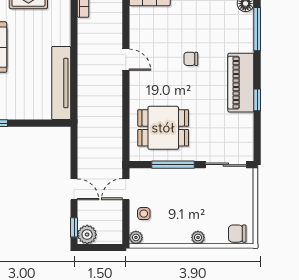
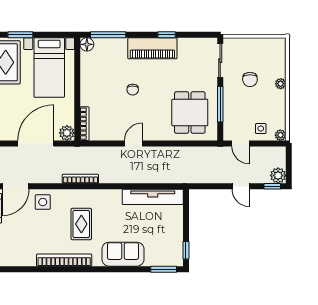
door: (74, 189) -> (241, 186), swing flipped
chair: (237, 234) -> (250, 79), moved

